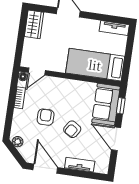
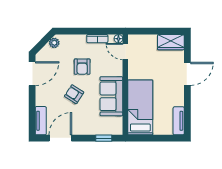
sofa: (106, 104) -> (111, 96), moved, turned -90
armchair: (46, 117) -> (82, 67), turned 90
door: (116, 139) -> (60, 138), moved
tv unit: (80, 165) -> (41, 121), moved

